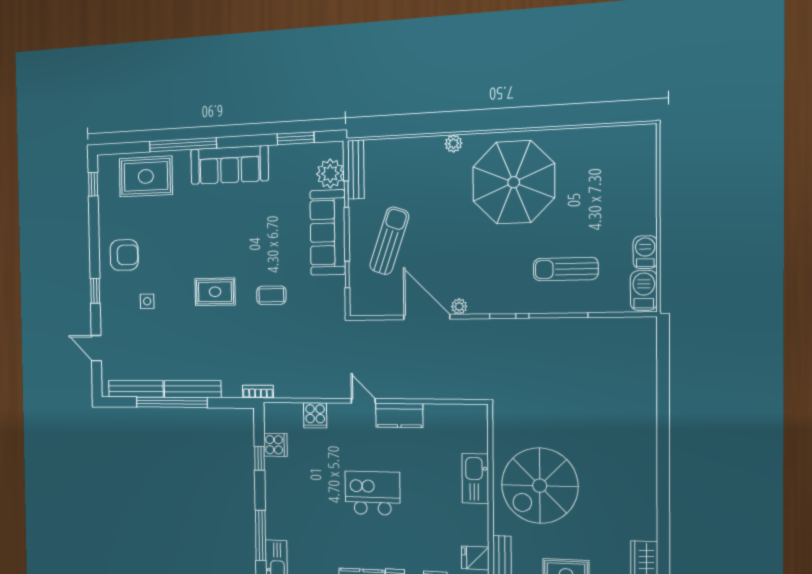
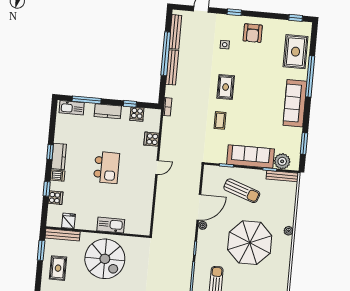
parasol: (514, 182) -> (250, 243), moved
kitchen counter: (399, 415) -> (108, 111), moved, turned -90
spiral stairs: (540, 486) -> (105, 259), turned 180

